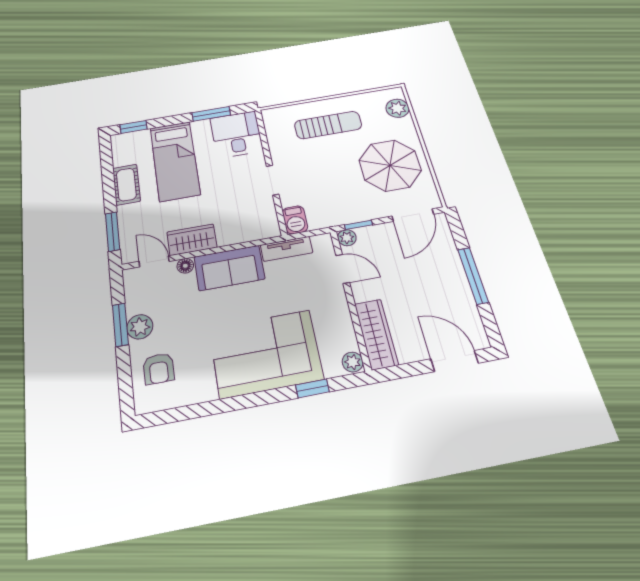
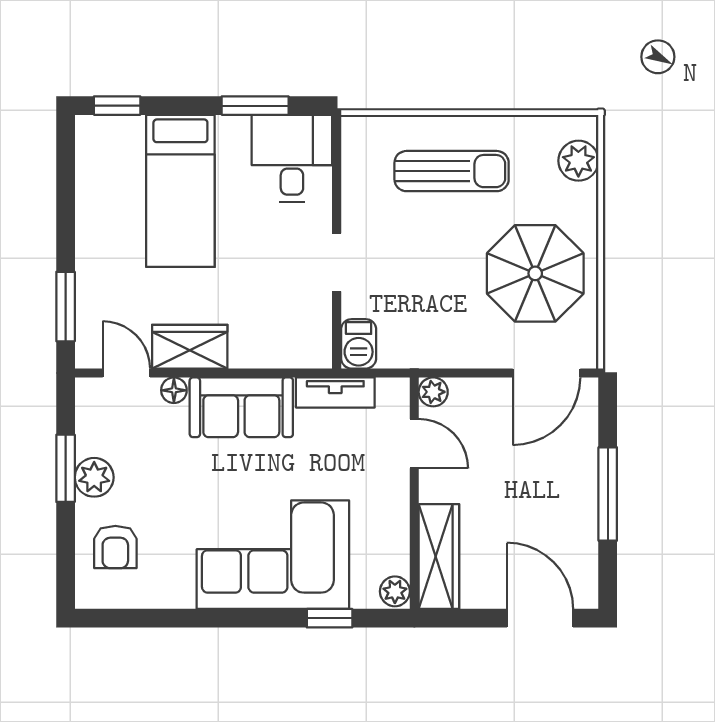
cot: (126, 185) -> (95, 222), removed
window: (358, 225) -> (457, 373), removed

